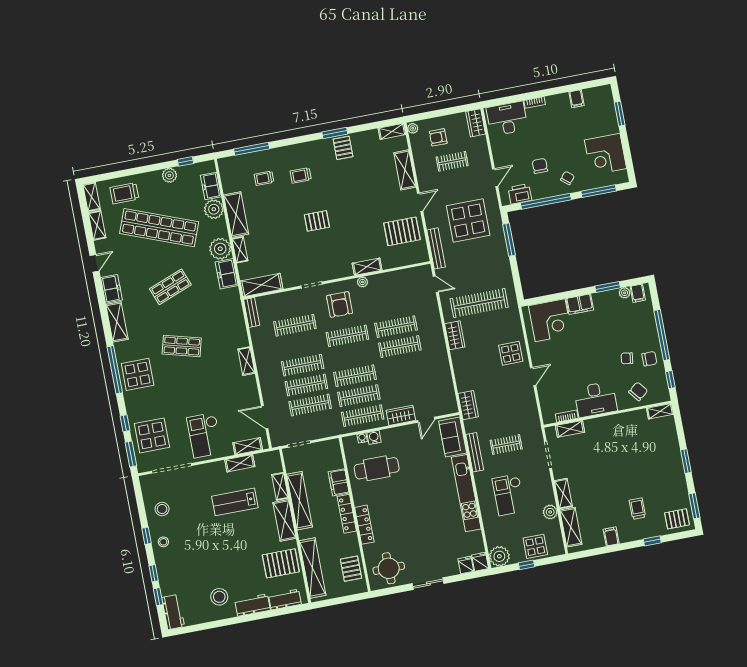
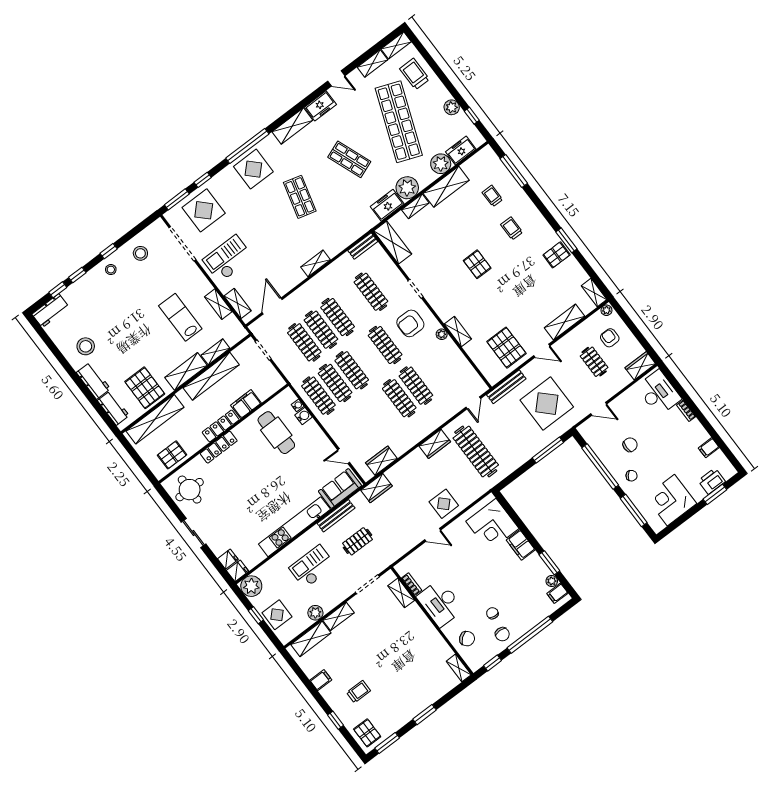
printer: (520, 194) -> (712, 481), moved, turned -90
wardrobe: (401, 415) -> (381, 461), moved, turned -90
clothes rail: (506, 445) -> (358, 541), turned 90

